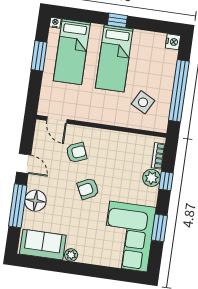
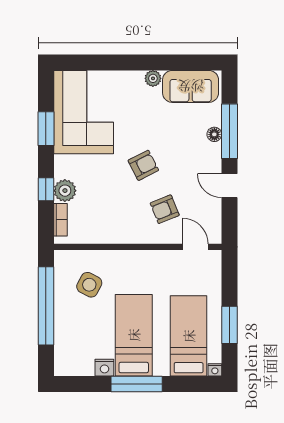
window: (117, 20) -> (137, 384), width x2.17
nightstand: (173, 42) -> (104, 368), moved, turned -90
floor lamp: (35, 201) -> (214, 134), width x0.53, depth x0.53

